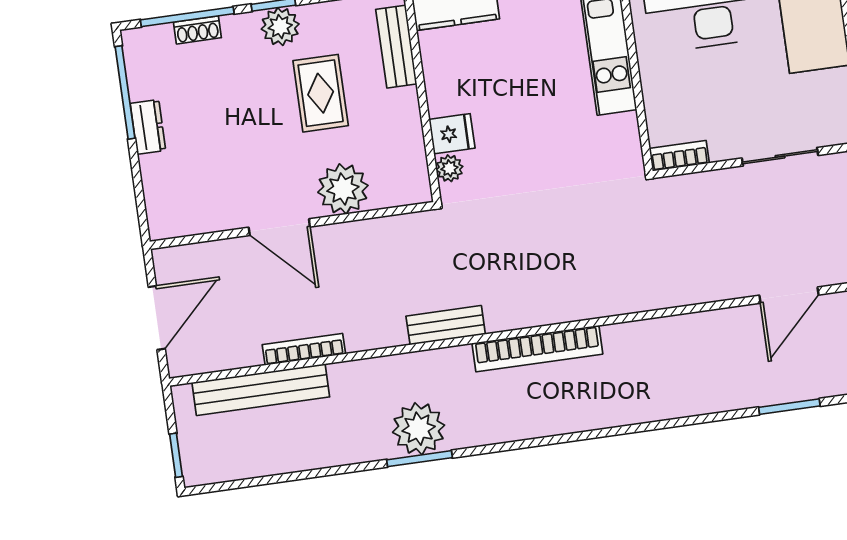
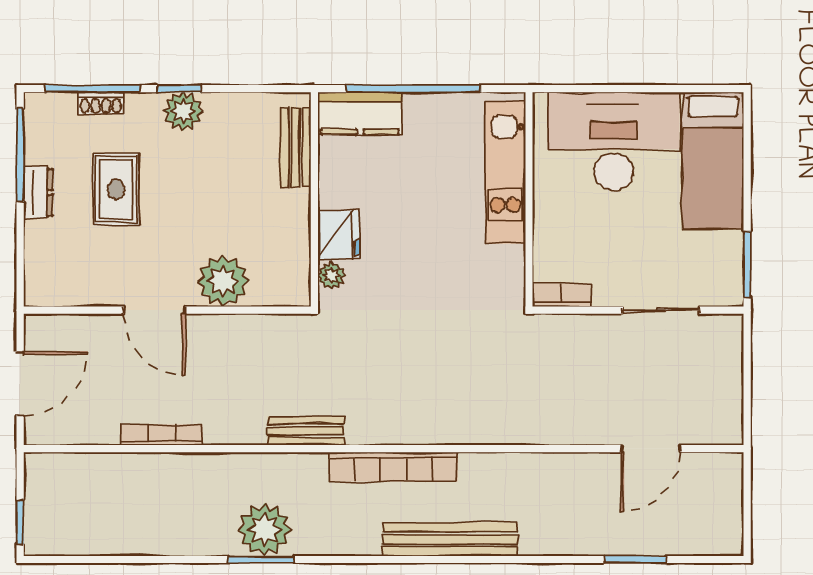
rug: (321, 93) -> (116, 189), moved
fridge: (452, 134) -> (339, 235), width x1.38
bench: (261, 390) -> (450, 539), moved

